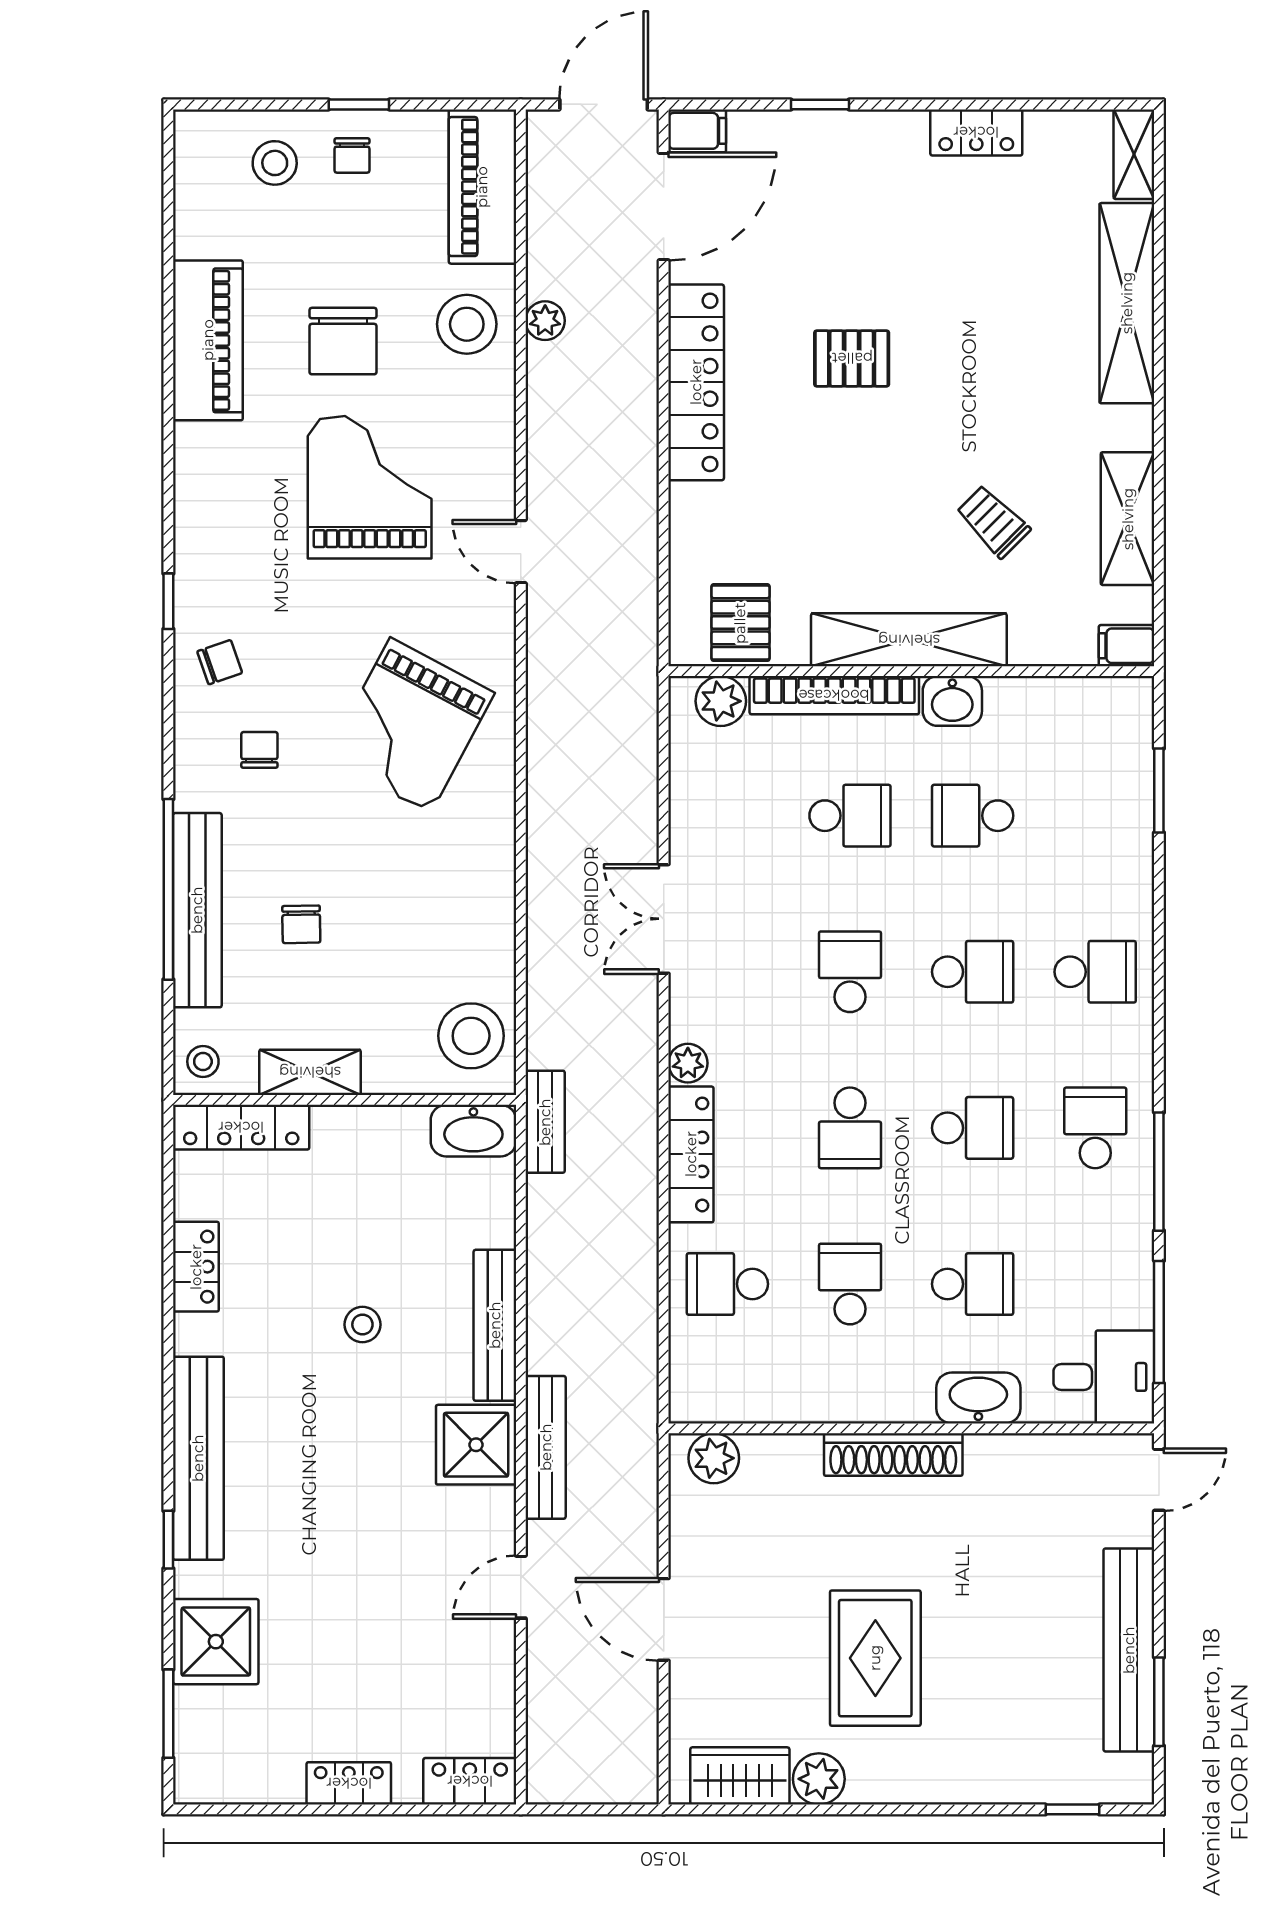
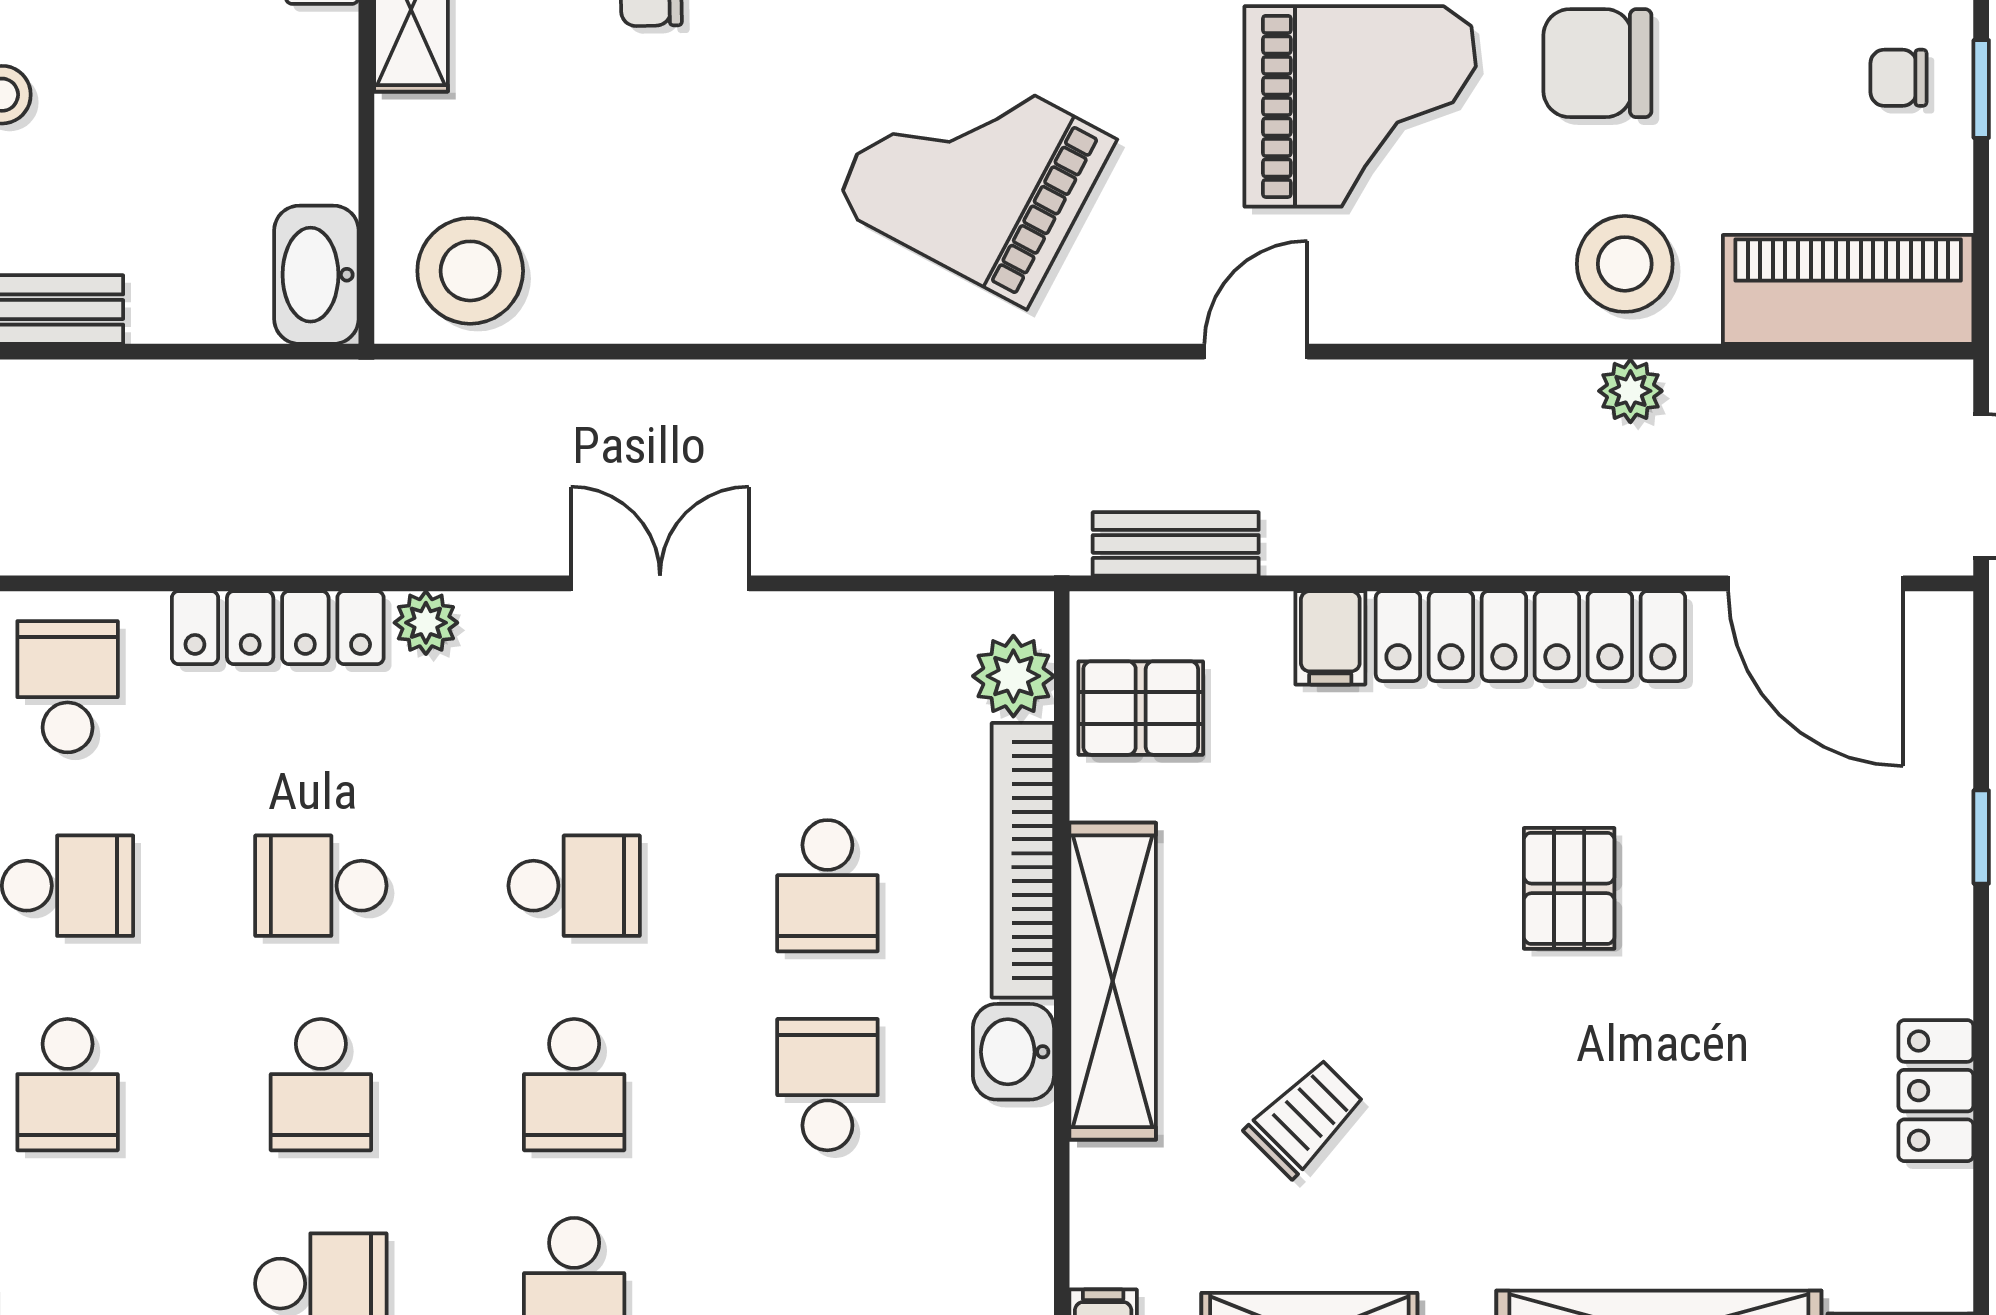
filing cabinet: (697, 131) -> (1330, 638), moved
bench: (545, 1122) -> (1176, 544), moved

